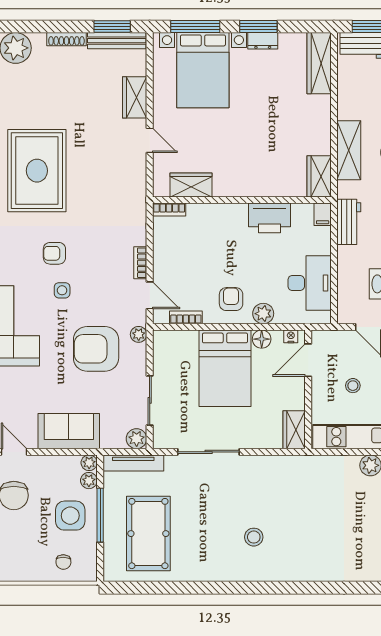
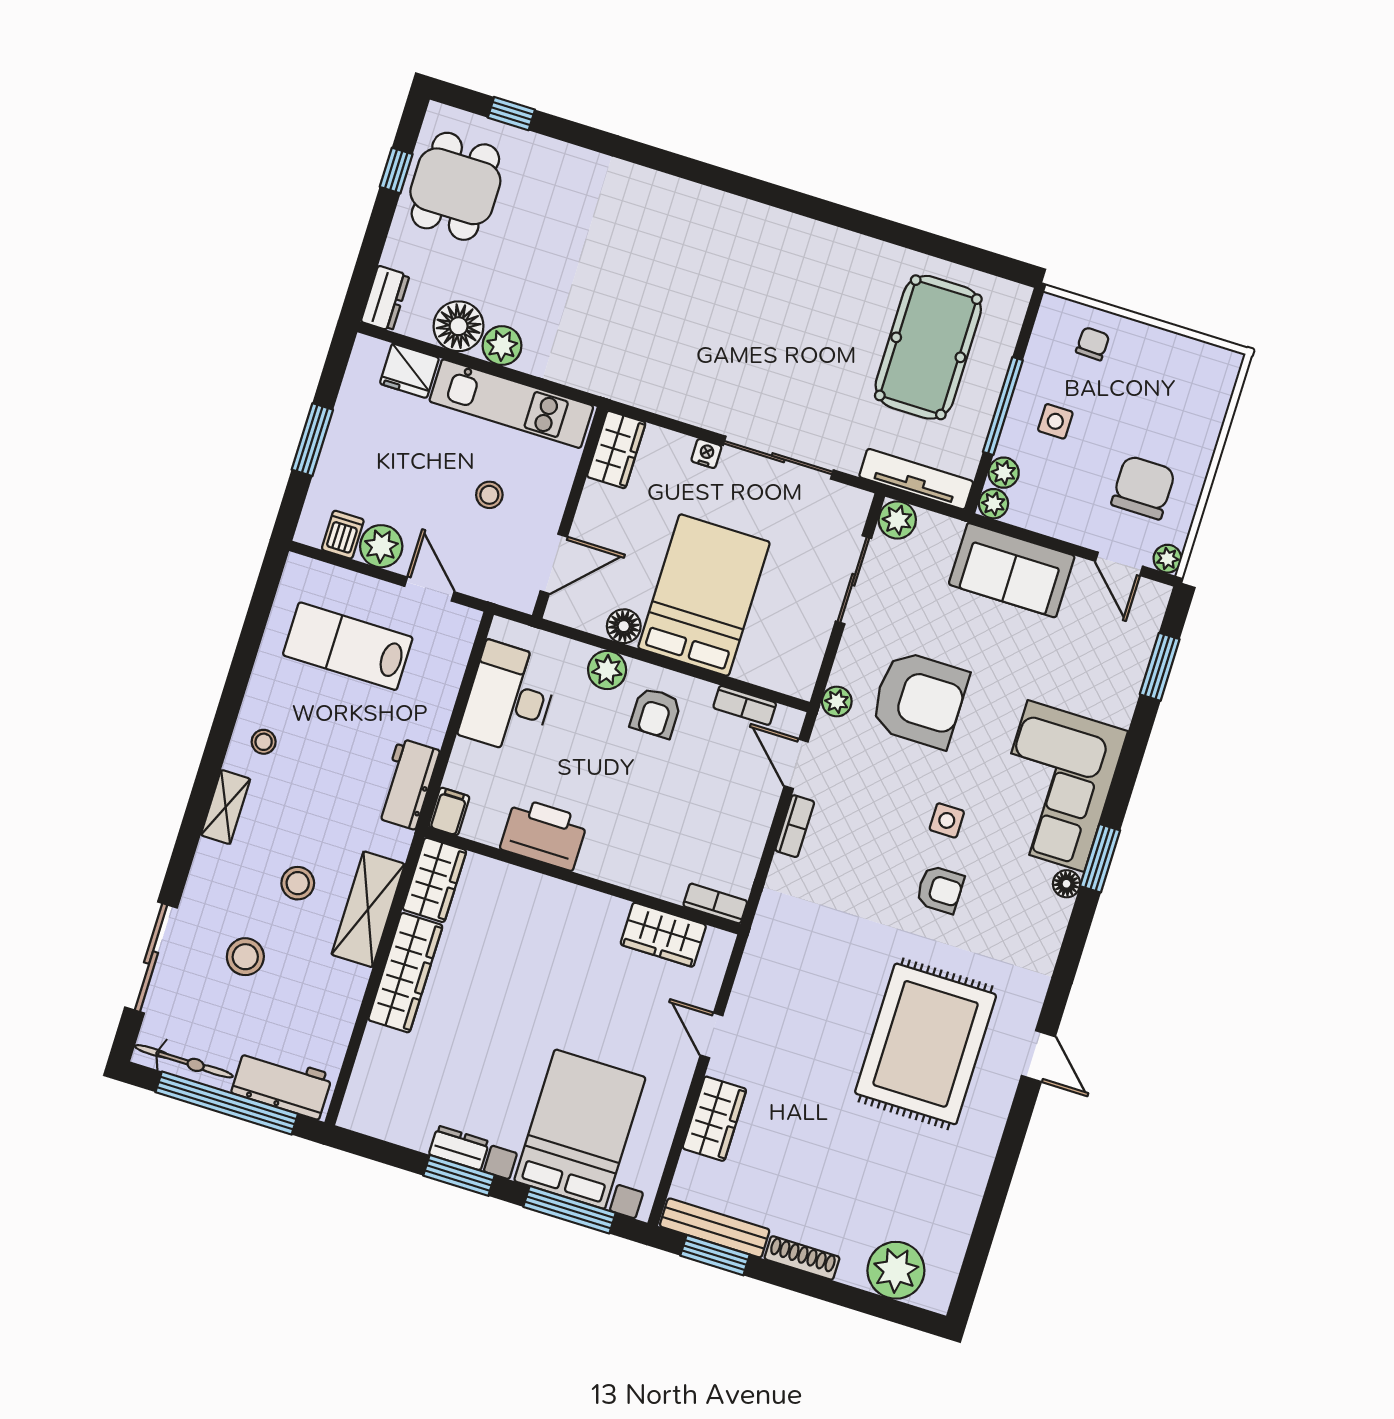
wardrobe: (319, 63) -> (405, 973), moved
nightstand: (291, 336) -> (706, 454), moved, turned 180
side table: (70, 516) -> (1055, 421), width x0.54, depth x0.54
stool: (254, 537) -> (746, 284), removed

